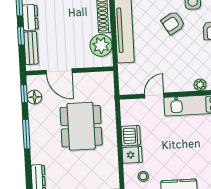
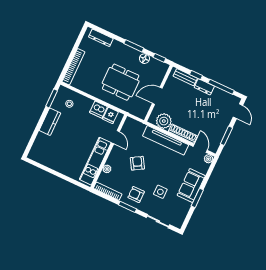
armchair: (173, 23) -> (137, 163), moved
door: (59, 71) -> (157, 96), moved
floor lamp: (34, 97) -> (144, 59), moved
fridge: (132, 155) -> (110, 115), moved

